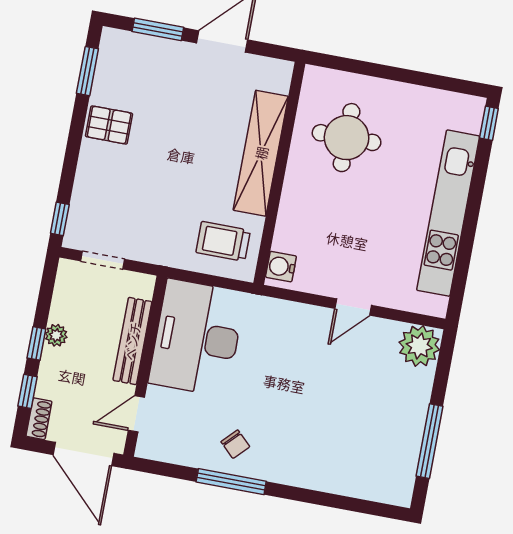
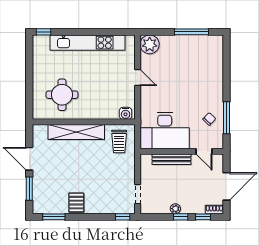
desk: (197, 338) -> (165, 130), moved
bench: (132, 341) -> (172, 159), moved
wall: (145, 366) -> (182, 151), moved
door: (136, 414) -> (204, 151), moved

